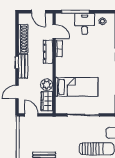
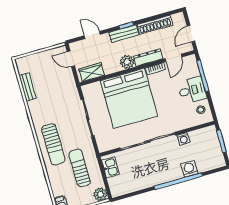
plant: (47, 85) -> (127, 62), moved
bed: (77, 87) -> (129, 98), width x2.04
door: (31, 115) -> (71, 59), swing flipped

